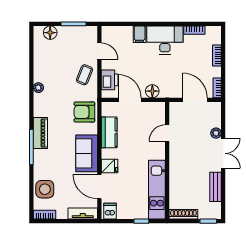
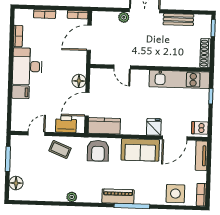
kitchen counter: (109, 132) -> (104, 126), moved

